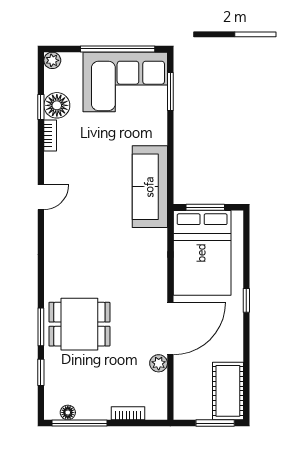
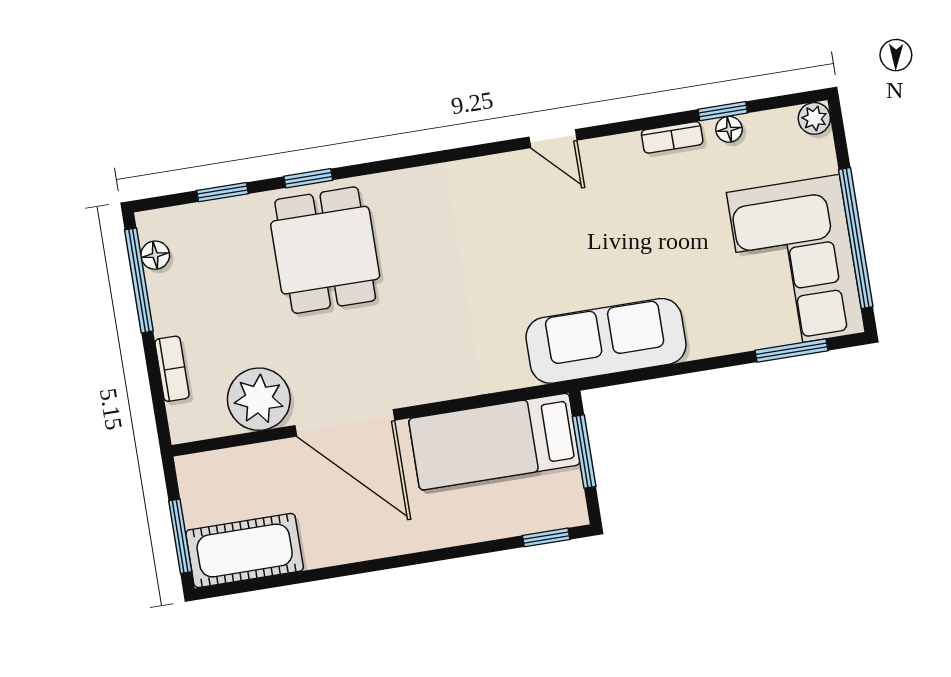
floor lamp: (57, 105) -> (729, 129), width x0.53, depth x0.53
bed: (202, 253) -> (494, 442), width x0.67
window: (246, 300) -> (546, 537), moved
window: (41, 327) -> (308, 178), width x0.67
plant: (159, 363) -> (259, 399), width x1.87, depth x1.87

